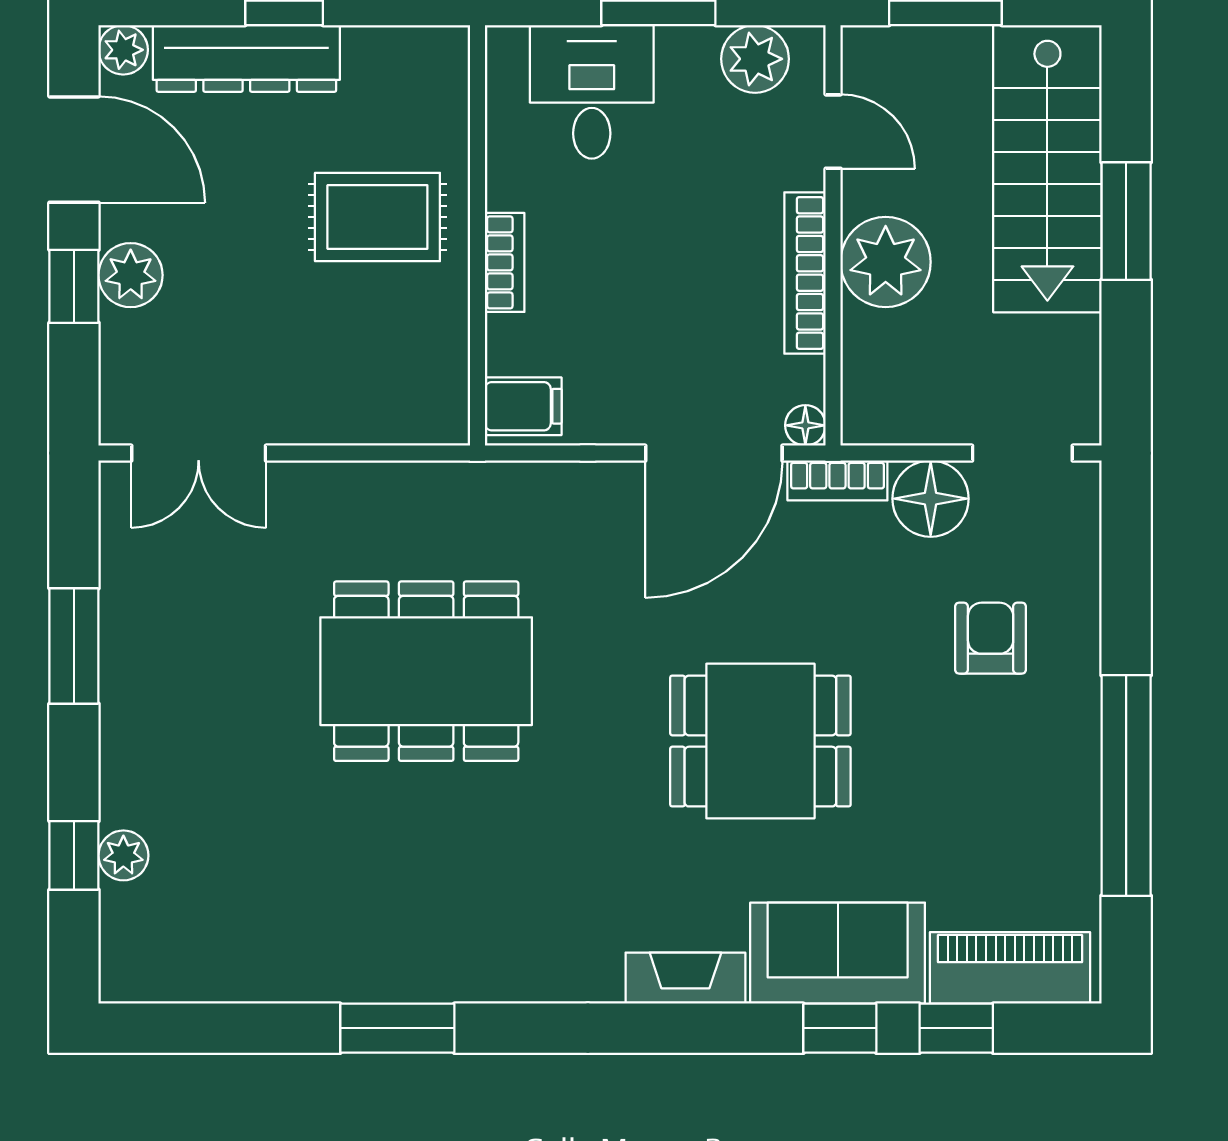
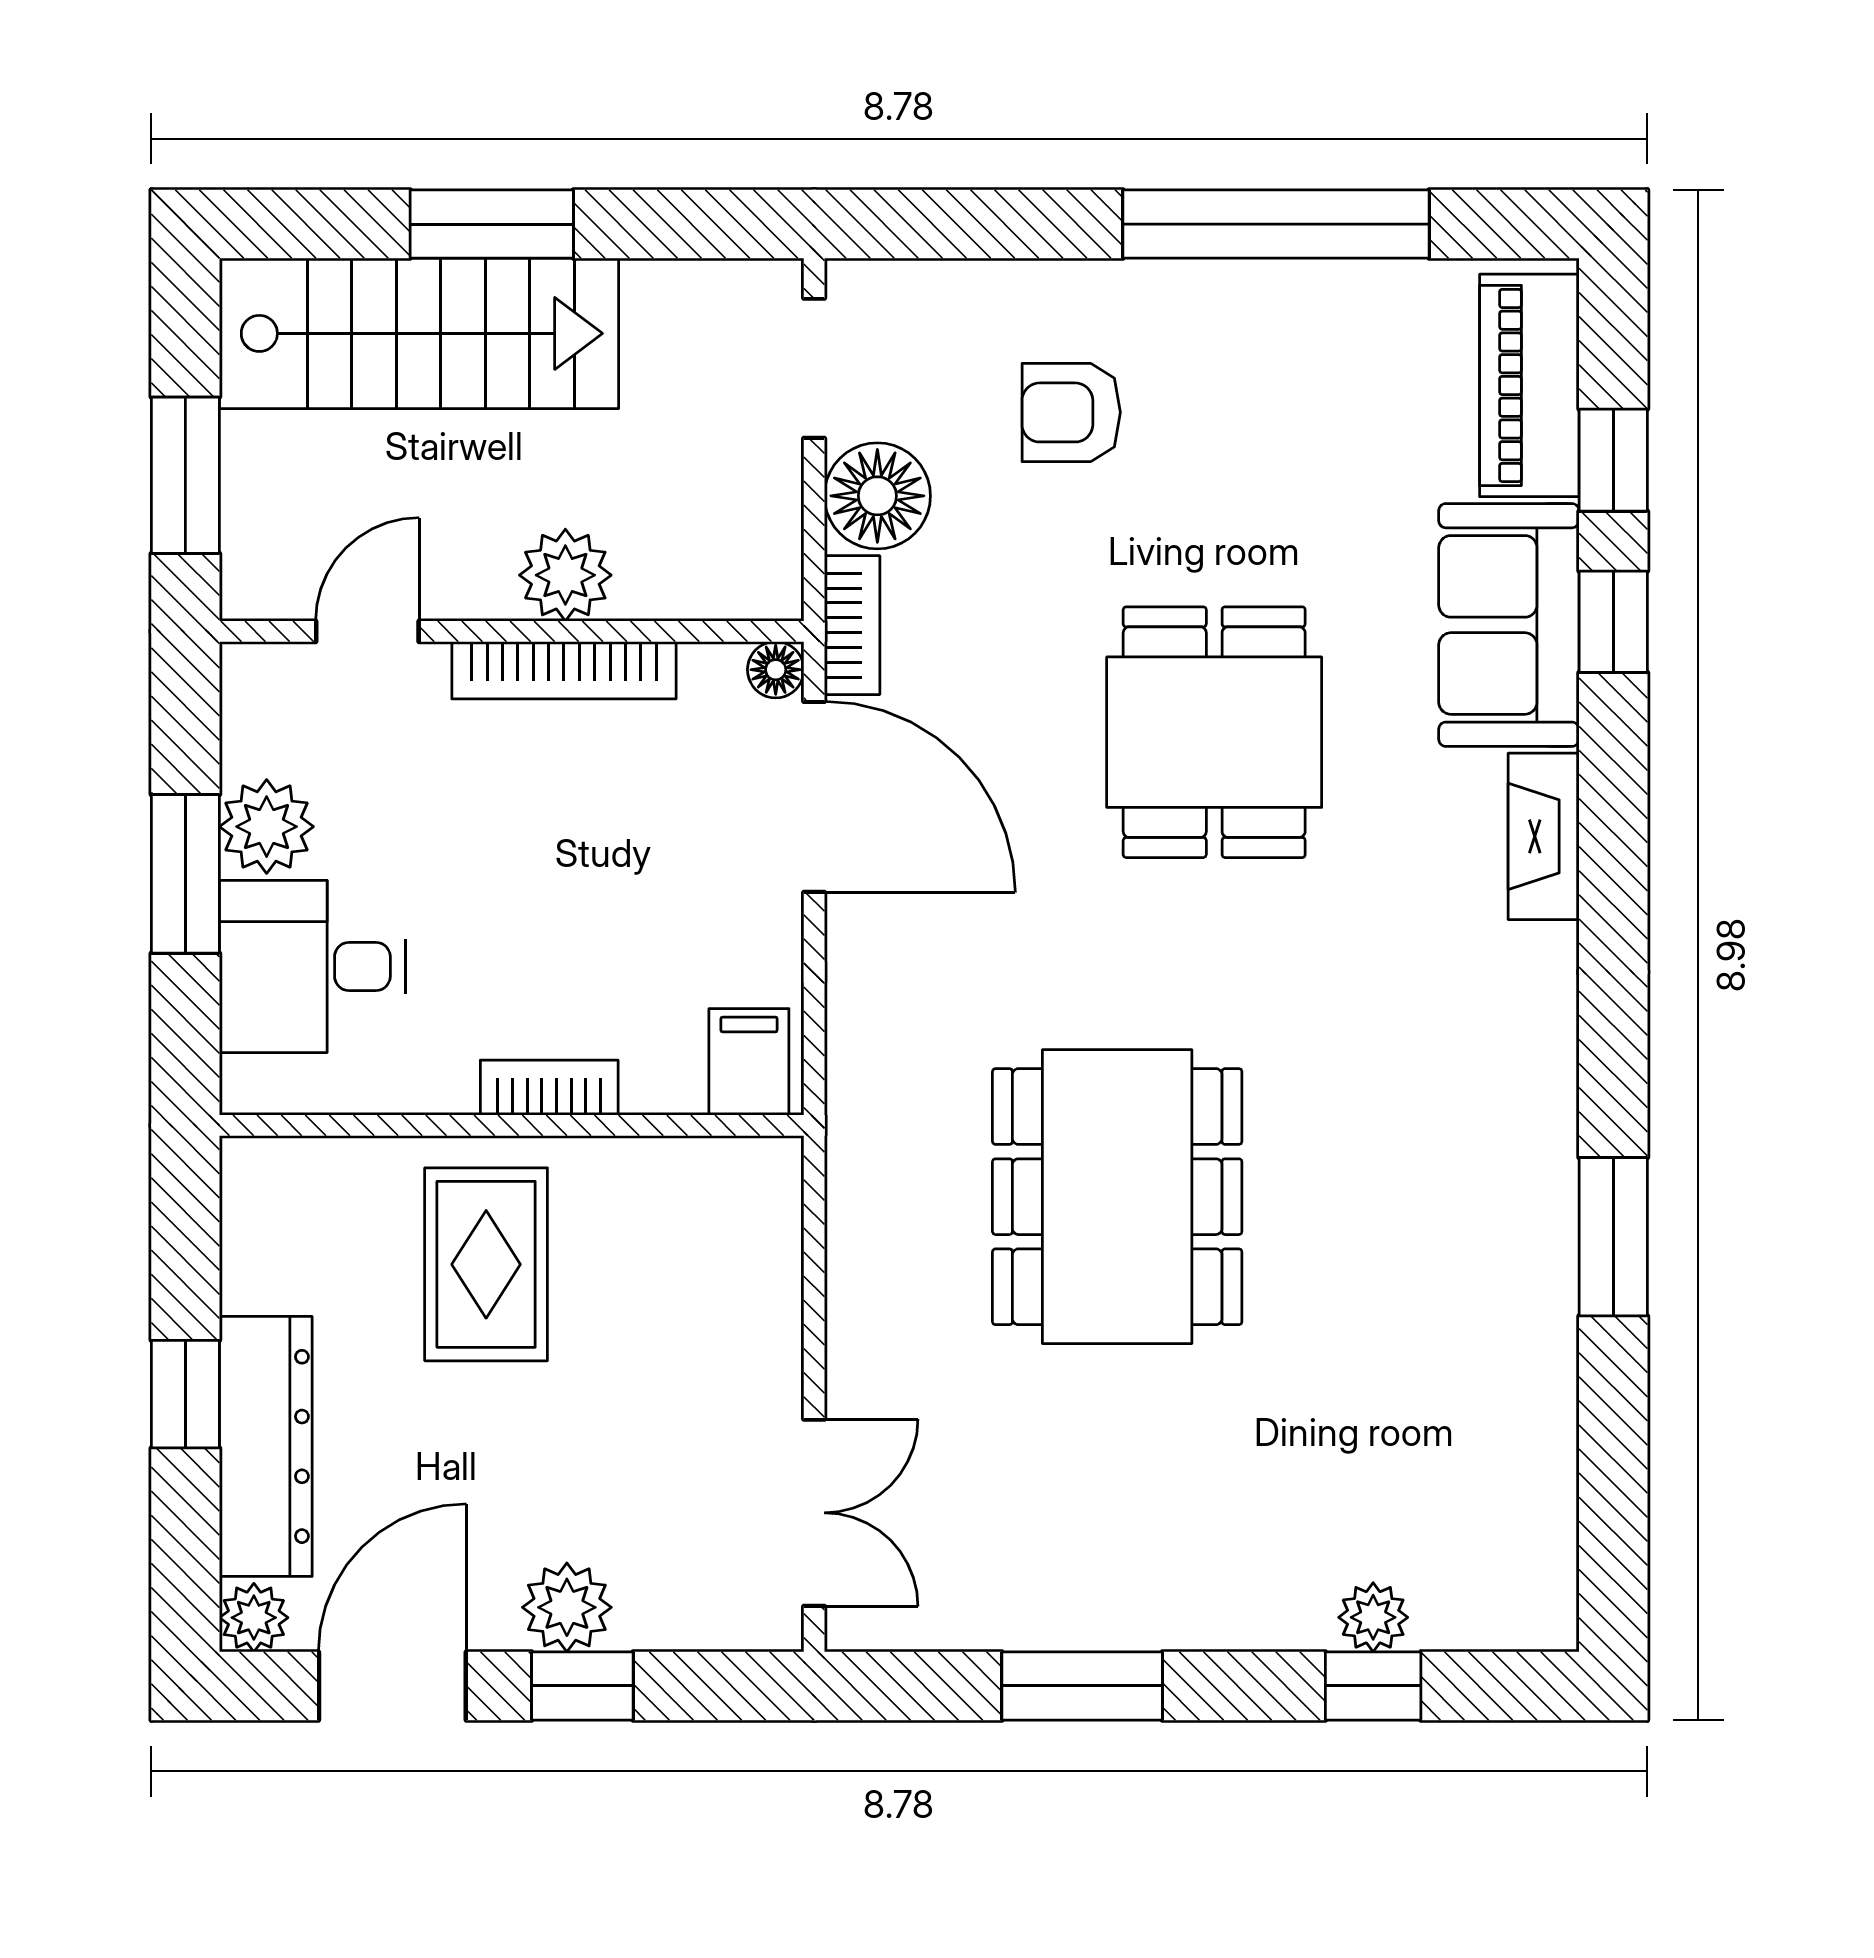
plant: (755, 59) -> (267, 827), moved
plant: (886, 262) -> (565, 575), width x0.73, depth x0.73

